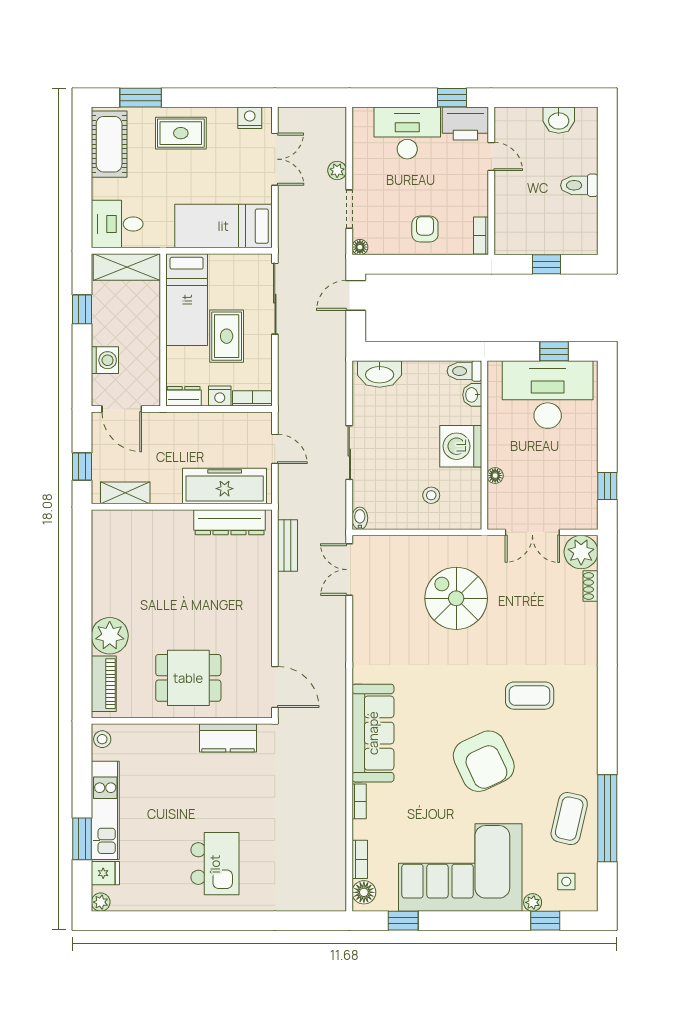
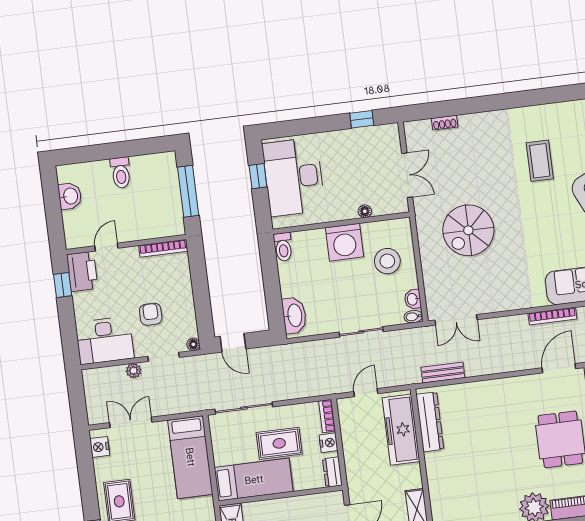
desk: (407, 133) -> (105, 340), moved, turned -90
armchair: (425, 229) -> (151, 314), moved, turned 90
bookcase: (481, 235) -> (163, 248), width x1.56
window: (546, 264) -> (188, 191), width x2.17
washbasin: (472, 395) -> (413, 299), moved, turned 90
stool: (431, 495) -> (387, 261), width x1.89, depth x1.89
plant: (581, 552) -> (418, 134), removed
bookcase: (339, 687) -> (552, 316), added

